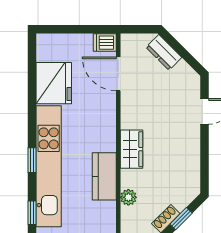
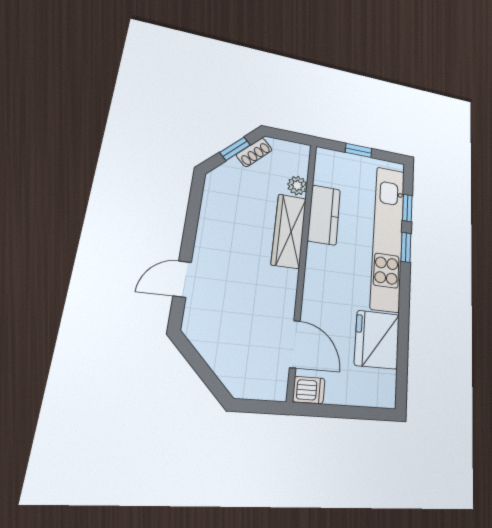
dresser: (164, 52) -> (228, 370), removed
wardrobe: (131, 149) -> (289, 231), width x1.50
window: (32, 213) -> (407, 208), moved

